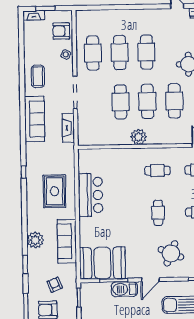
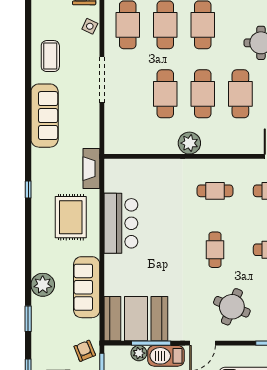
fireplace: (68, 128) -> (91, 169), moved
armchair: (55, 285) -> (85, 351), moved
plant: (105, 288) -> (139, 353), added

